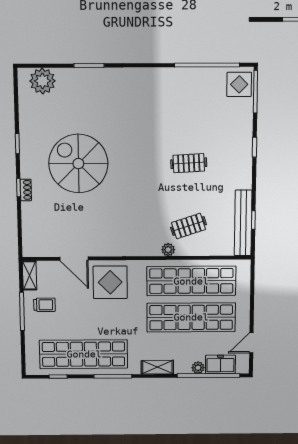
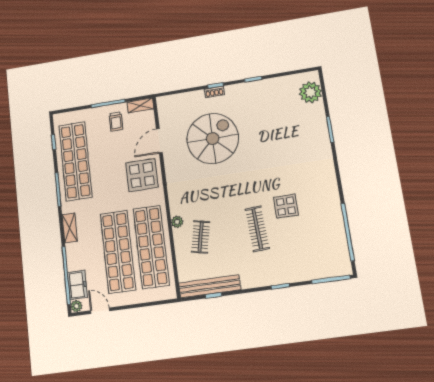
display table: (239, 84) -> (286, 206), moved
clothes rail: (189, 163) -> (257, 229), width x1.36
spiral stairs: (78, 164) -> (213, 139), moved
clothes rail: (189, 226) -> (201, 237), turned 30
plant: (198, 368) -> (76, 306), moved

